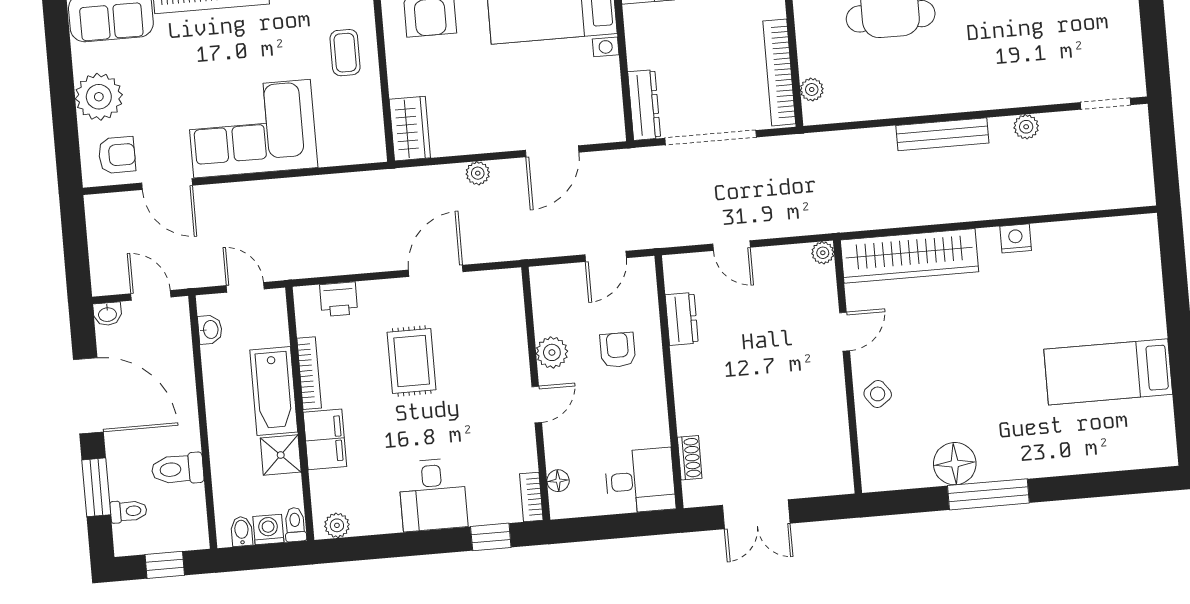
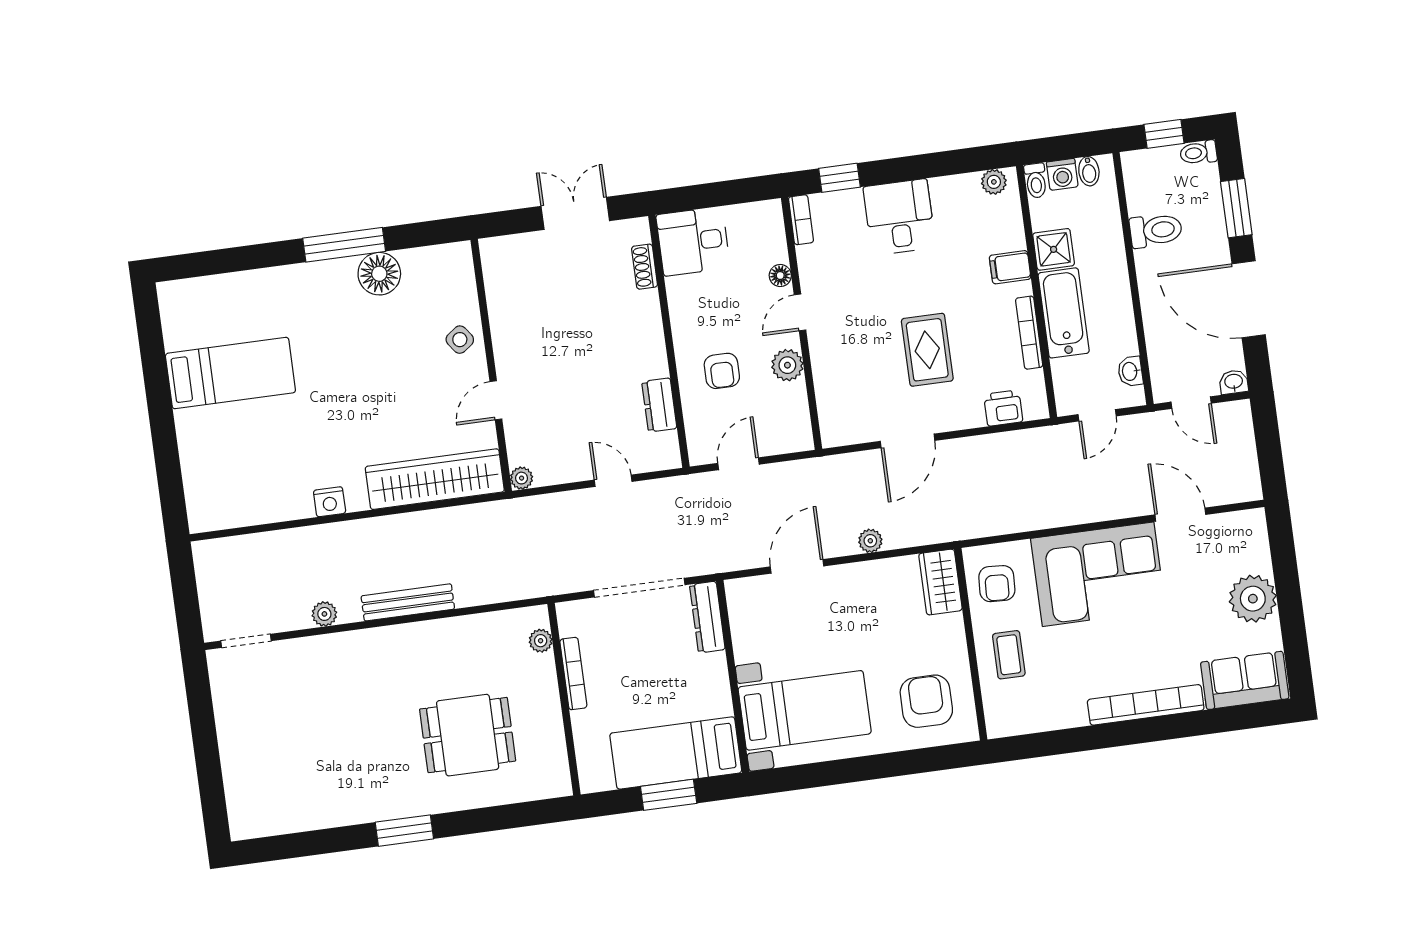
bookcase: (779, 72) -> (573, 674), width x0.68, depth x0.76
armchair: (117, 155) -> (997, 584), moved, turned -87
door: (245, 287) -> (1097, 415), hinge flipped
filing cabinet: (325, 439) -> (1010, 267), width x0.50
floor lamp: (558, 481) -> (780, 276), moved
toilet: (129, 511) -> (1198, 153), moved

